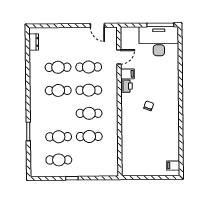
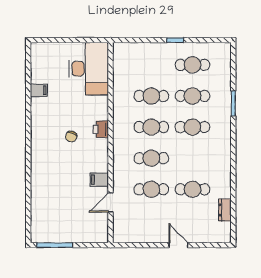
door: (97, 25) -> (178, 245), moved
desk: (159, 41) -> (89, 69), moved, turned -90
dresser: (34, 42) -> (225, 210), moved
printer: (126, 86) -> (101, 129), moved
cafe table: (58, 90) -> (192, 127), moved
filing cabinet: (173, 166) -> (39, 90), moved

